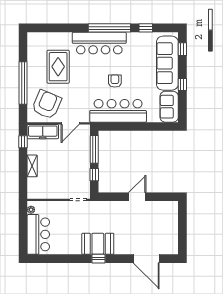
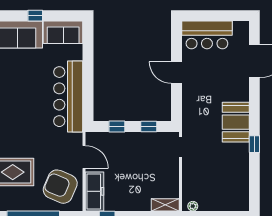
armchair: (115, 81) -> (31, 101), removed
window: (94, 149) -> (117, 127), width x0.46
shelving: (32, 166) -> (165, 205), moved
bar counter: (38, 234) -> (207, 35), moved, turned 180
window: (99, 259) -> (254, 144), moved

